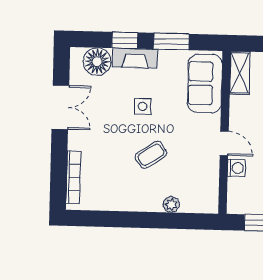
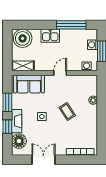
washing machine: (236, 168) -> (87, 66), moved

